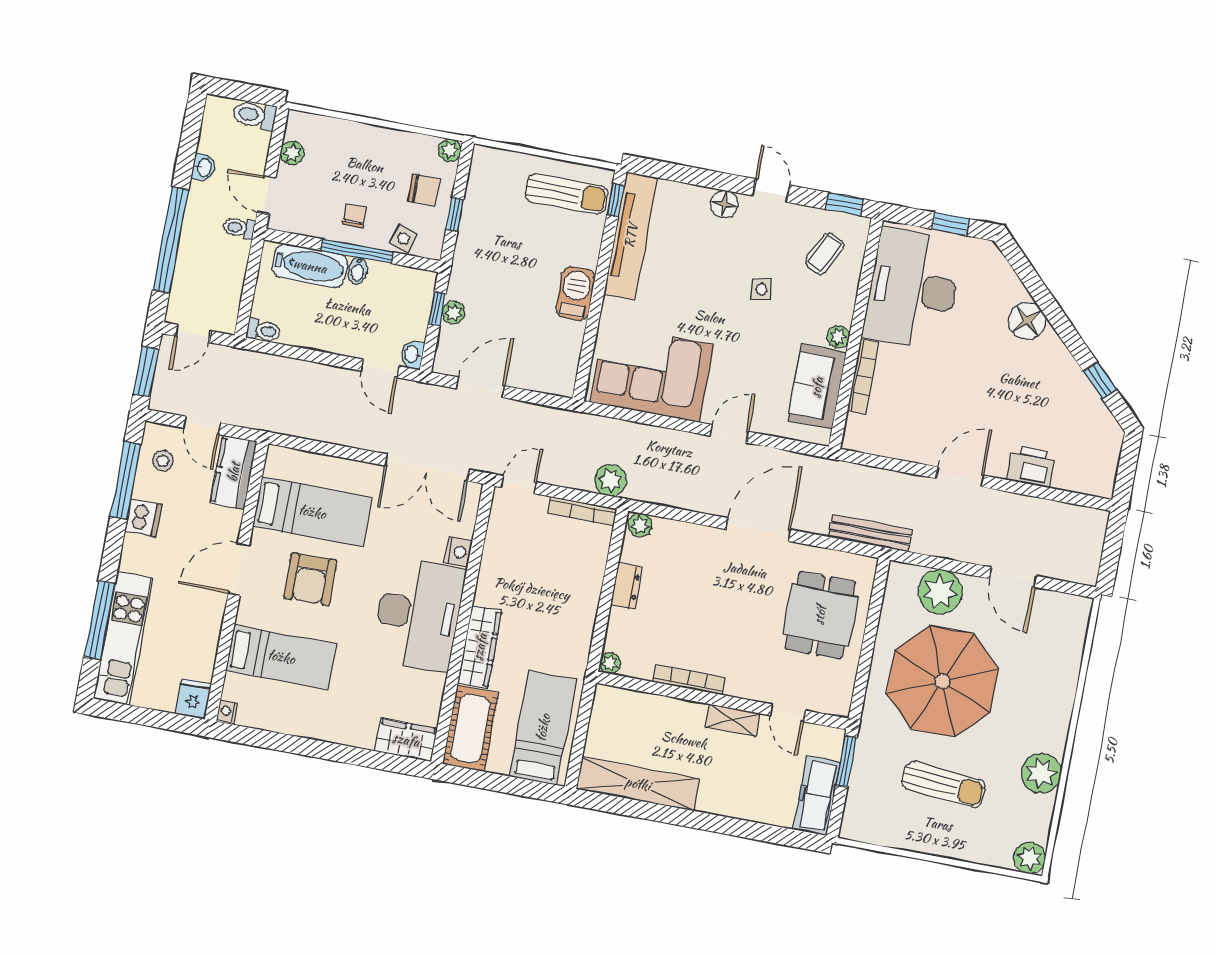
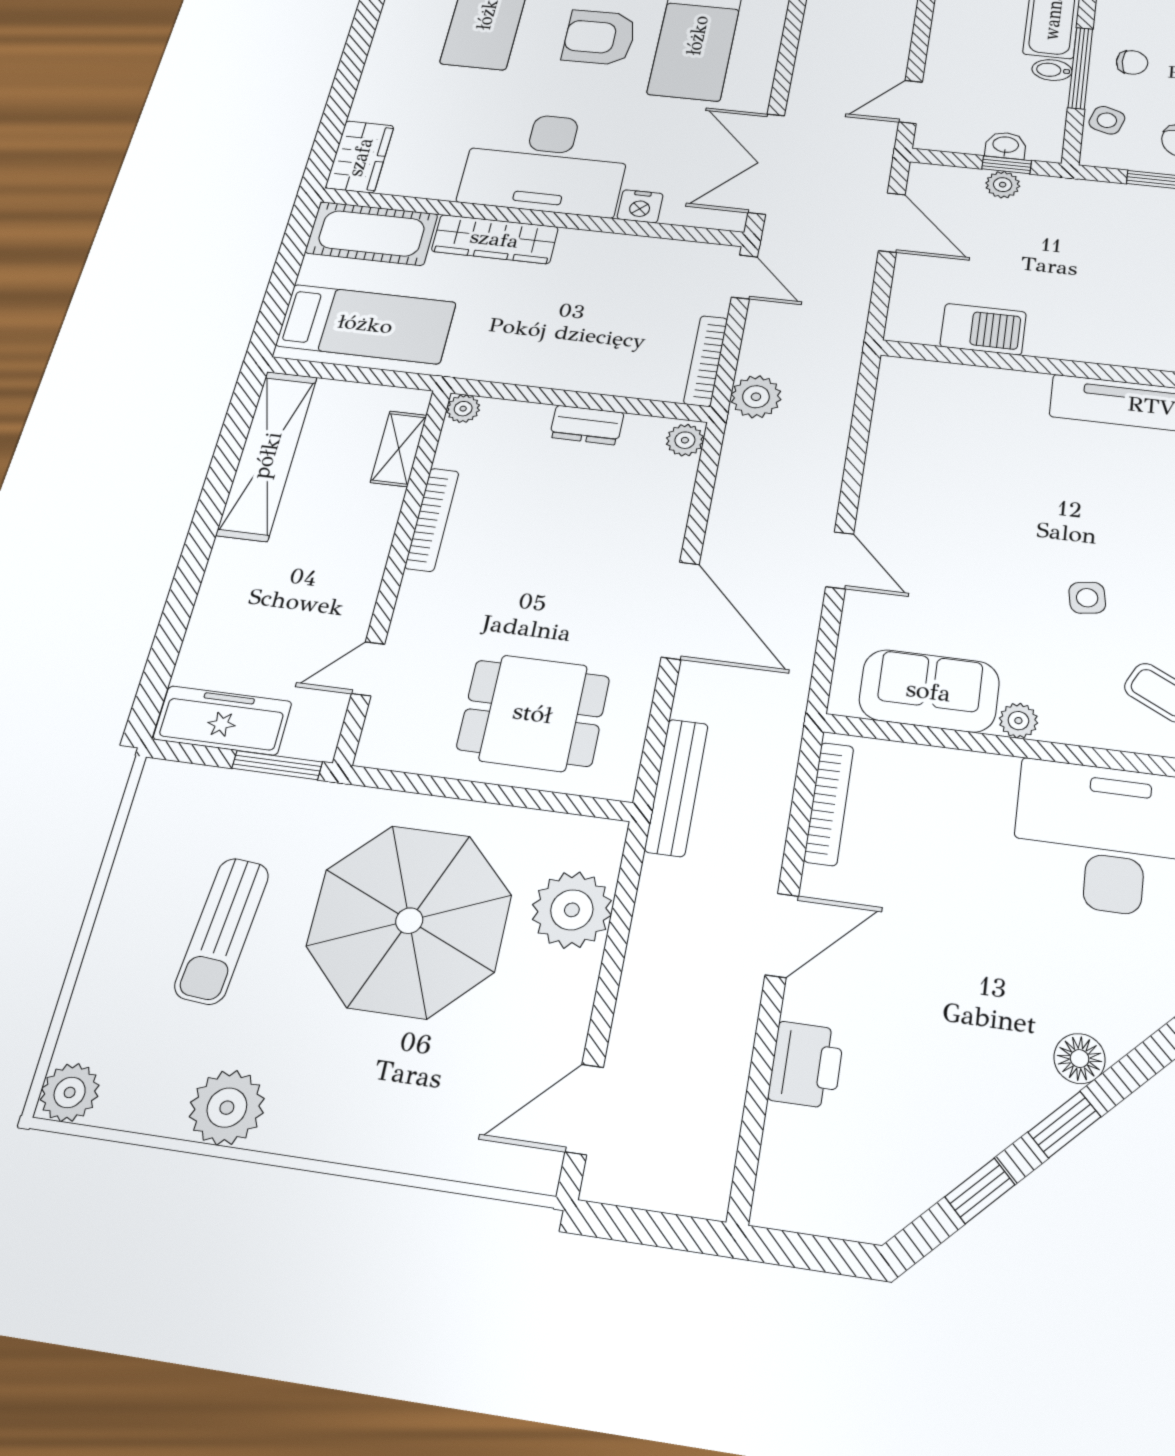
barbecue: (575, 294) -> (983, 329), moved
floor lamp: (1027, 321) -> (1080, 1059), width x0.73, depth x0.73
window: (1068, 334) -> (1064, 1125), added
washbasin: (412, 354) -> (1006, 145), moved
corner sofa: (652, 373) -> (932, 446), removed
bookcase: (863, 376) -> (829, 804), moved, turned -90
door: (960, 477) -> (782, 935), hinge flipped
door: (1013, 577) -> (584, 1109), moved
shelving: (733, 720) -> (399, 449), moved

